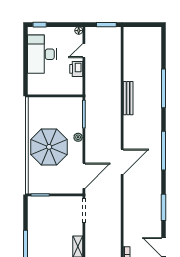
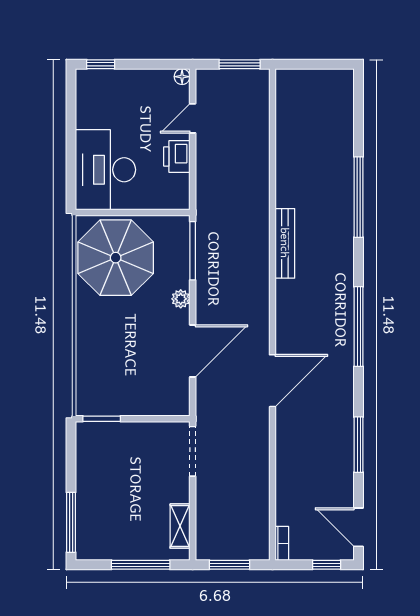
desk: (42, 54) -> (106, 170), moved
bench: (128, 98) -> (285, 243), moved
parasol: (49, 147) -> (116, 258), moved
door: (122, 162) -> (272, 381), moved
door: (84, 176) -> (193, 351), moved

